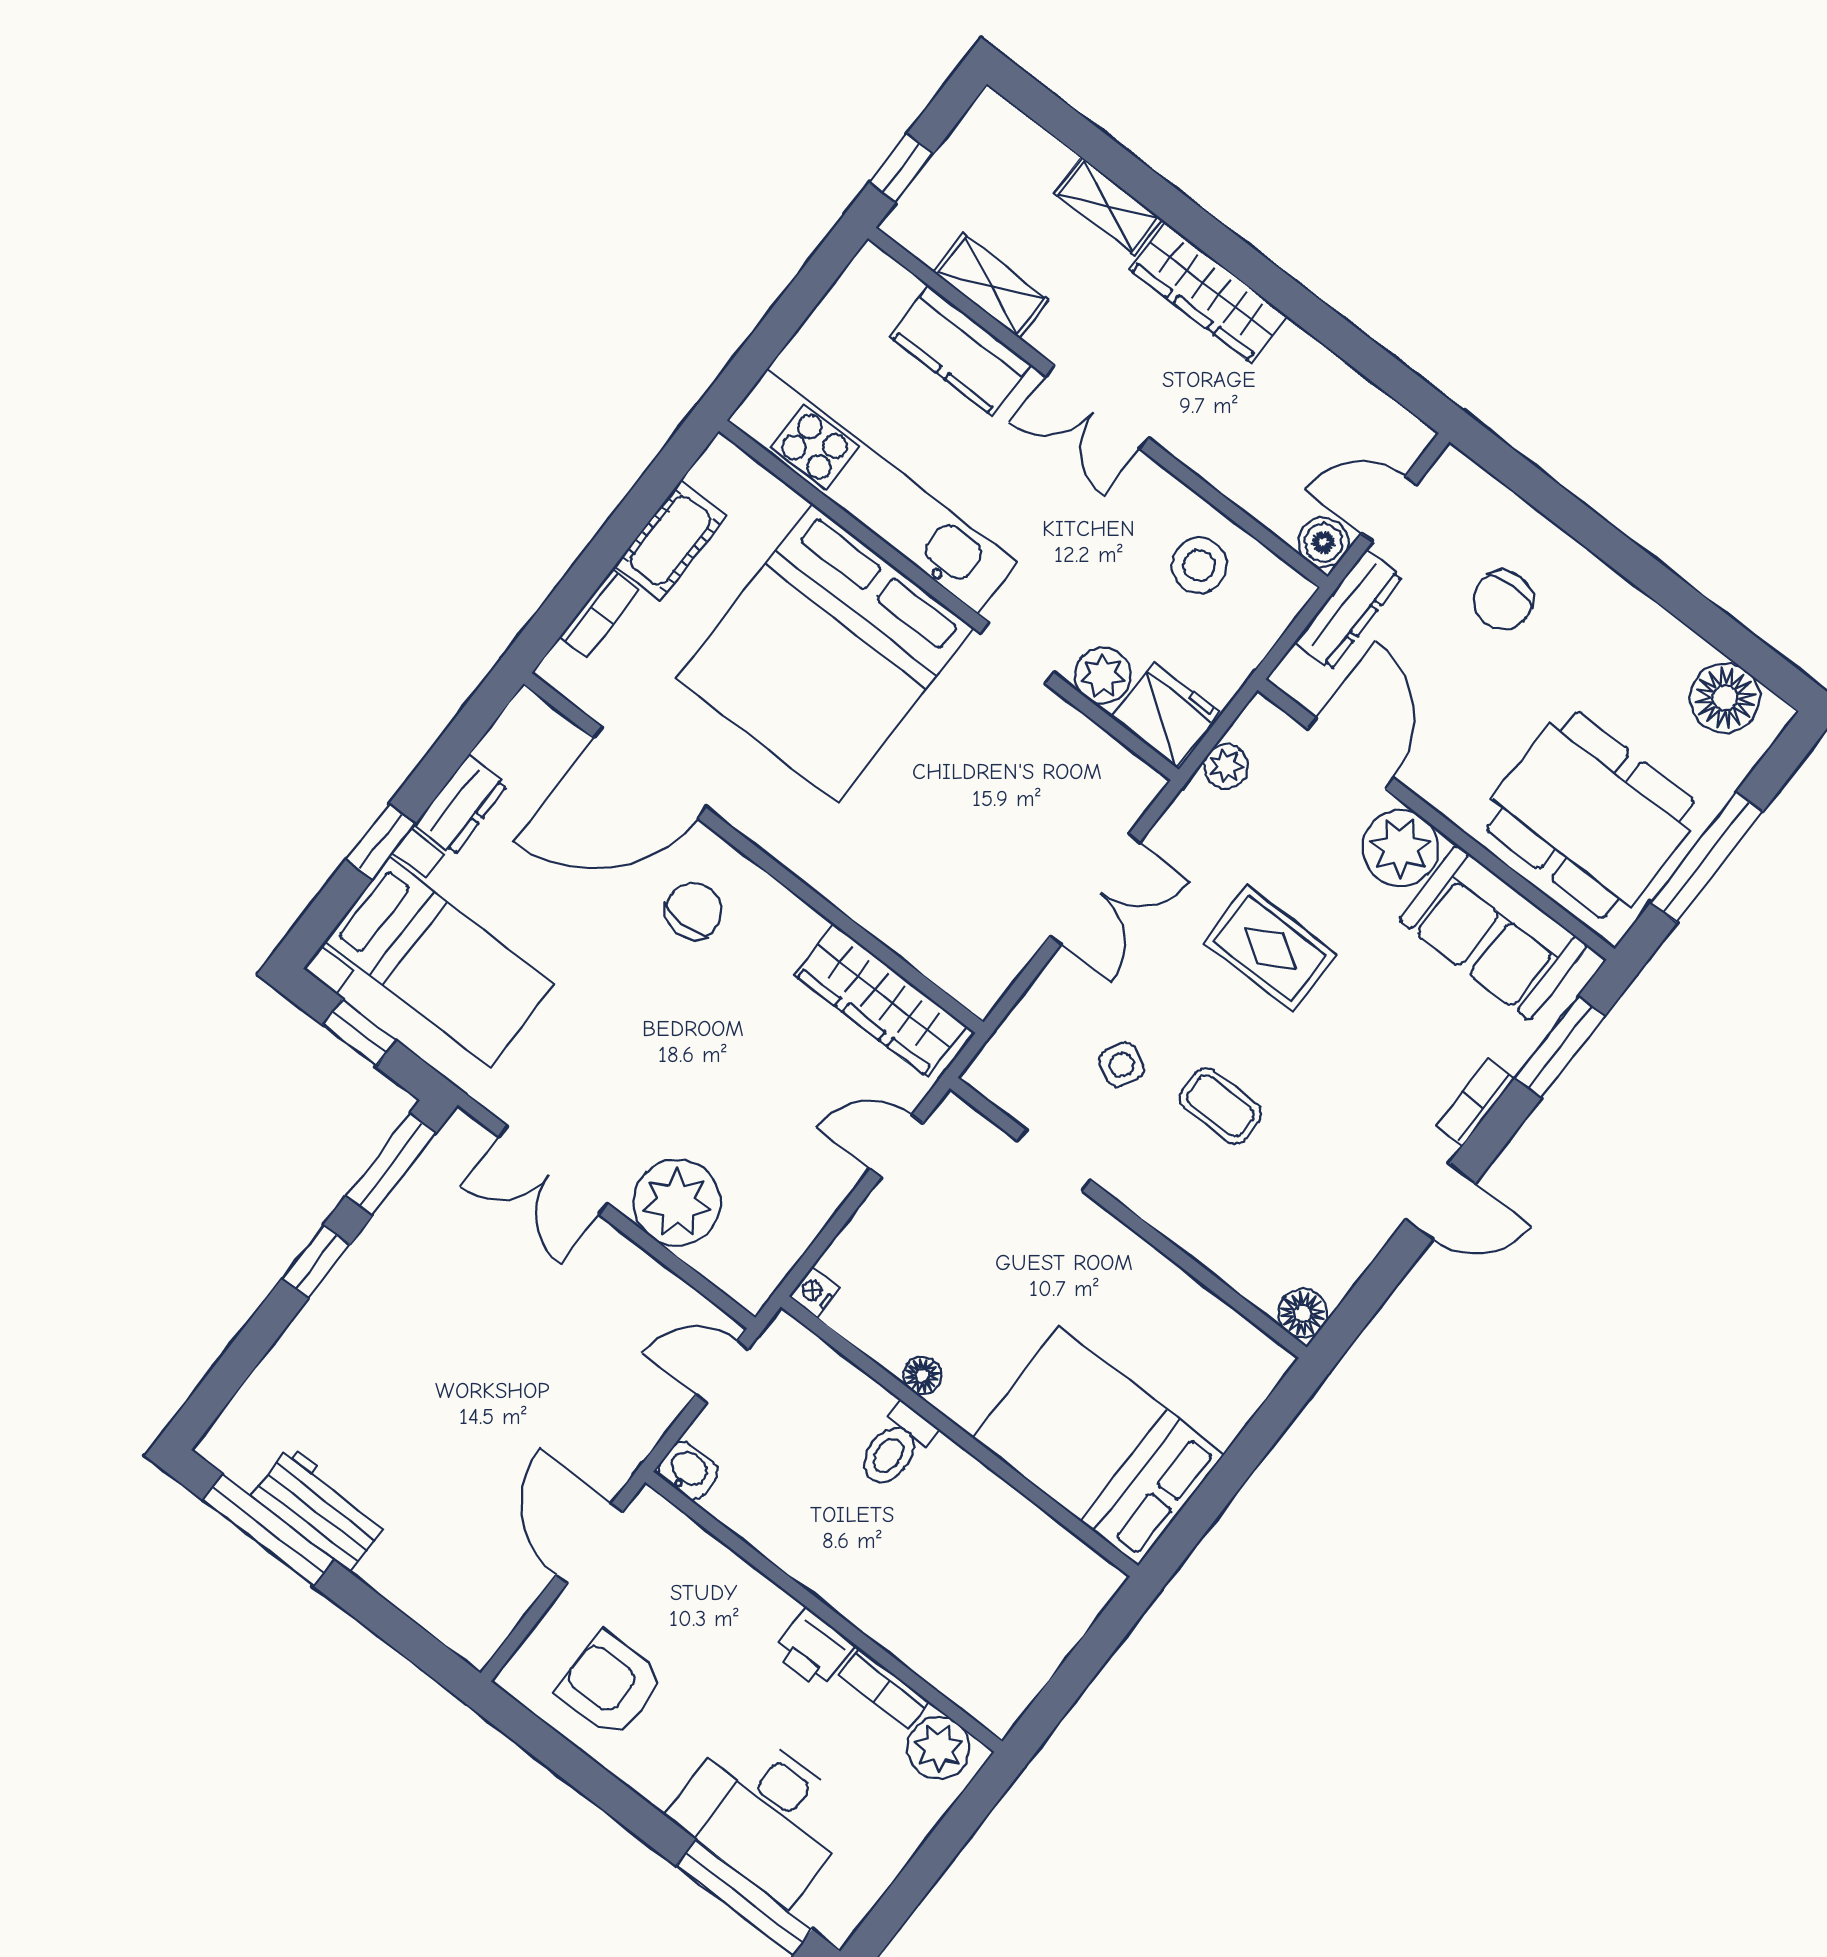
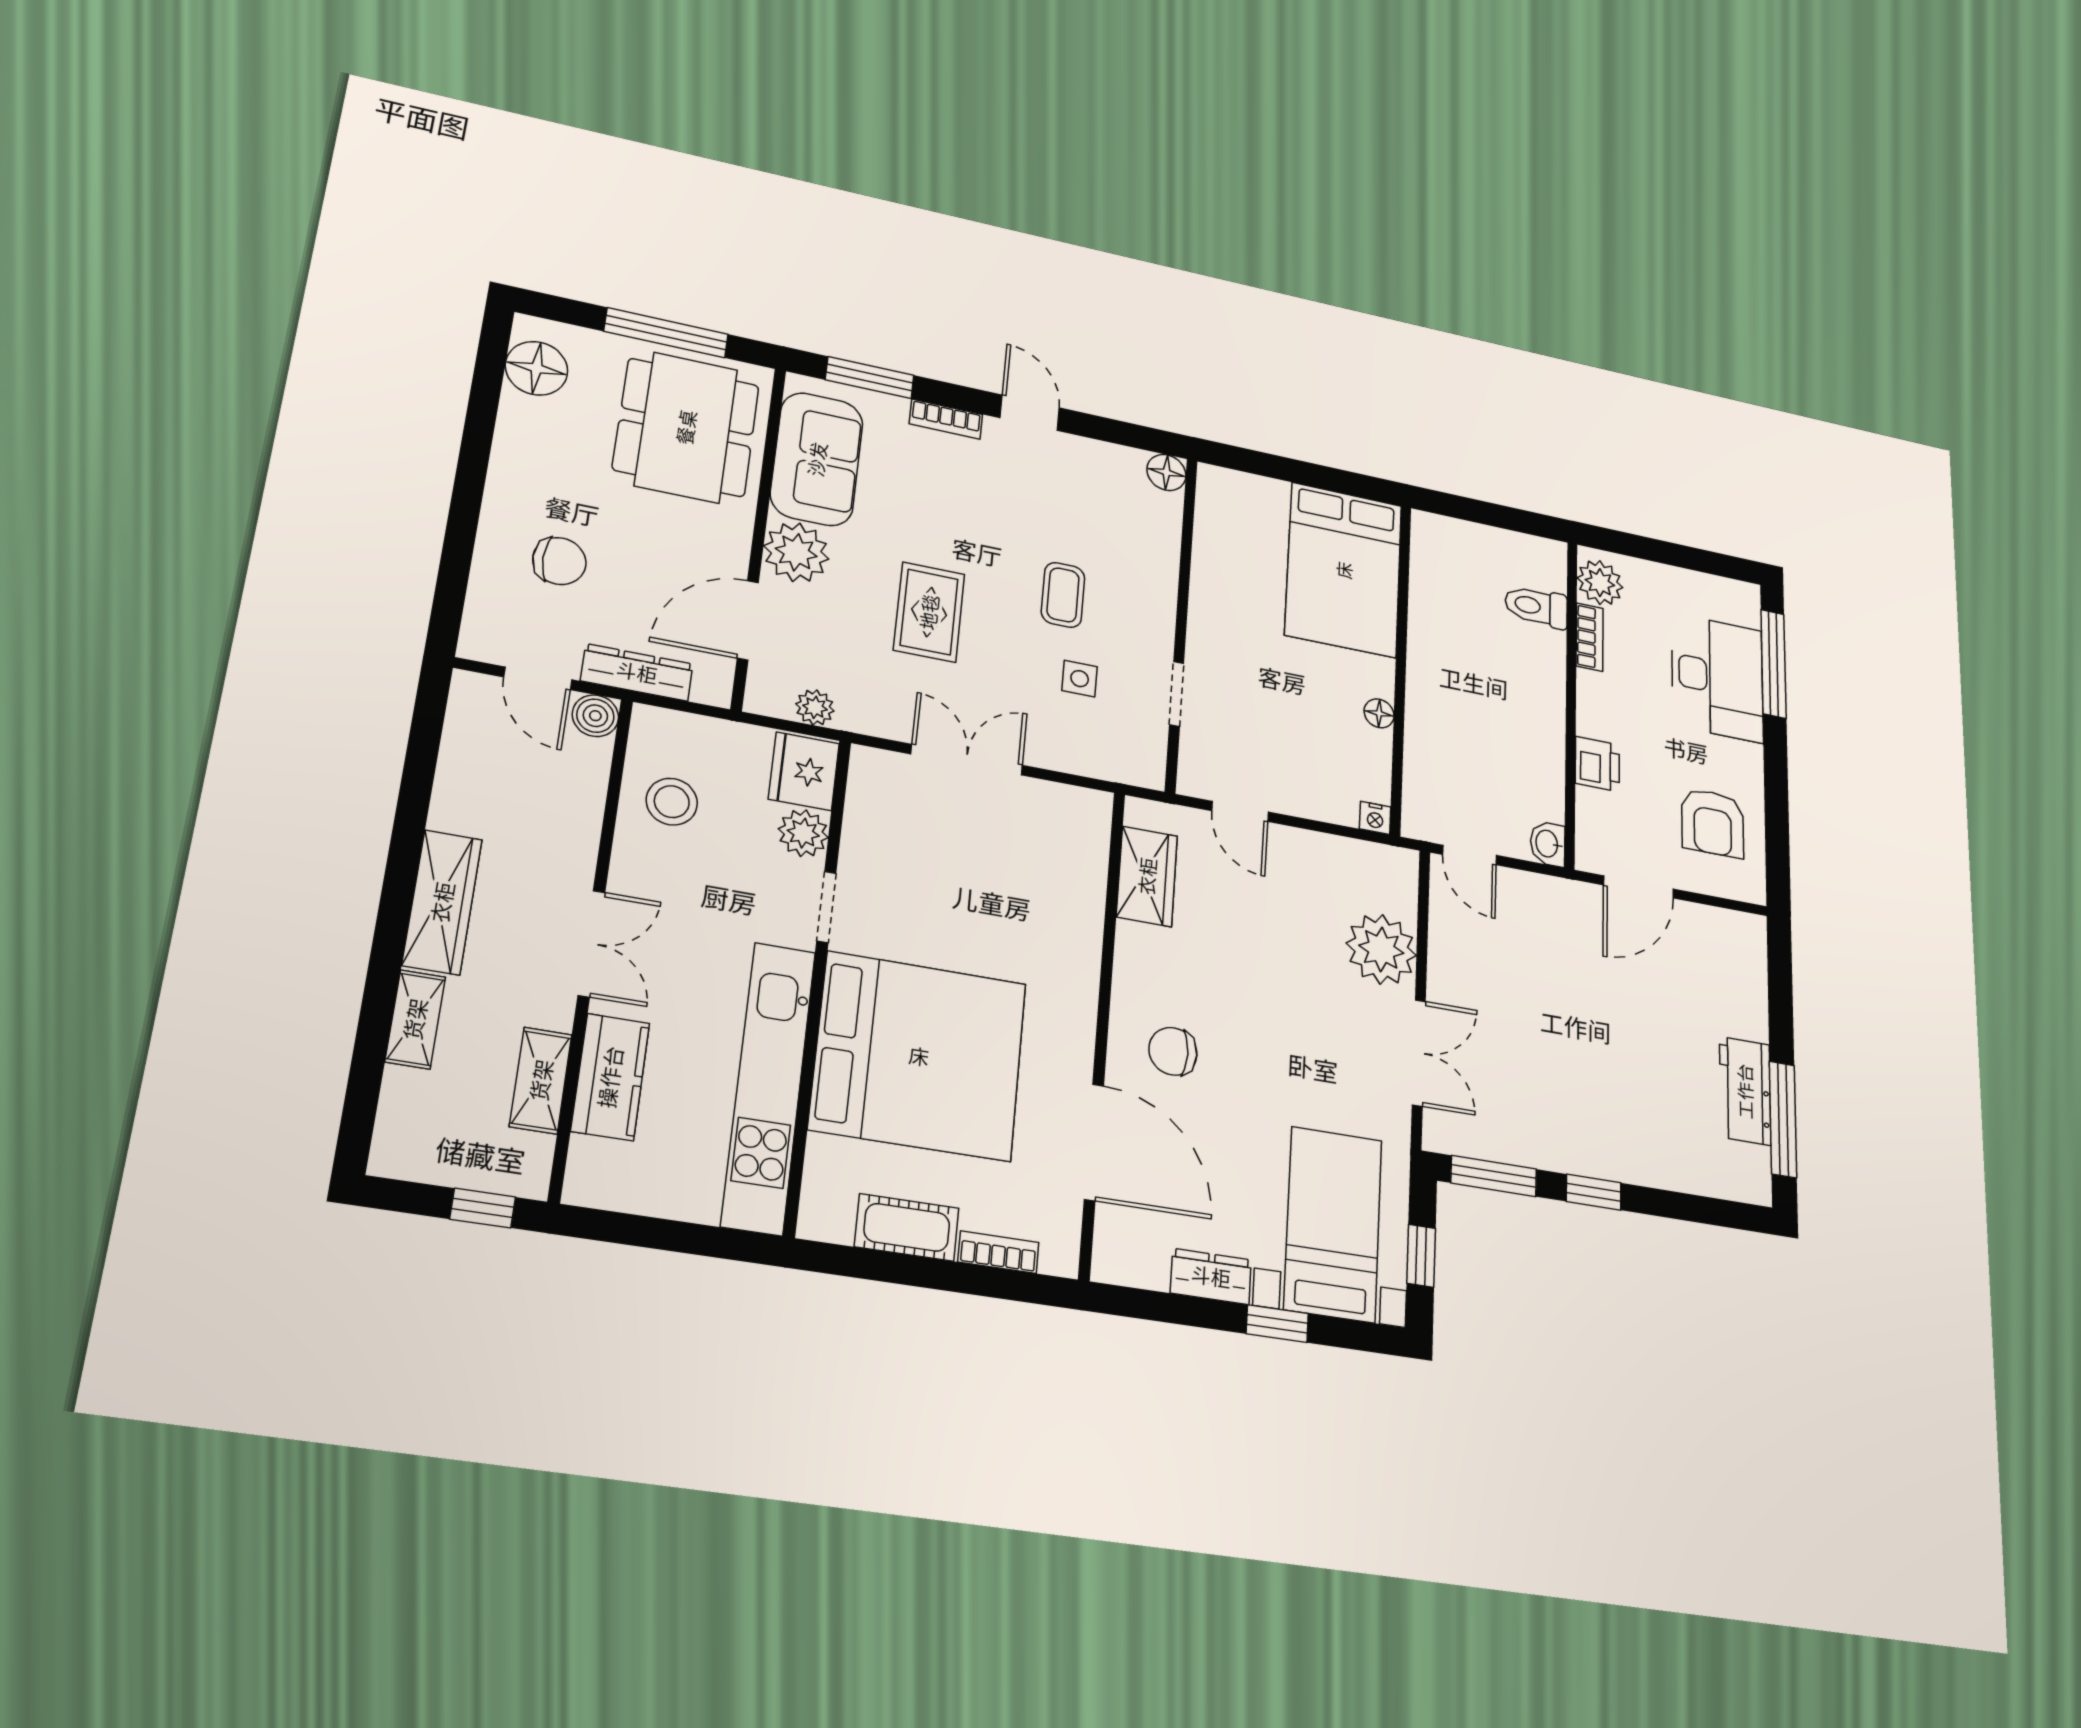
wardrobe: (881, 1000) -> (1147, 876), width x0.67
side table: (1122, 1065) -> (1080, 679), turned -30
toilet: (895, 1446) -> (1536, 607), moved, turned 180
printer: (814, 1649) -> (1597, 764), moved

